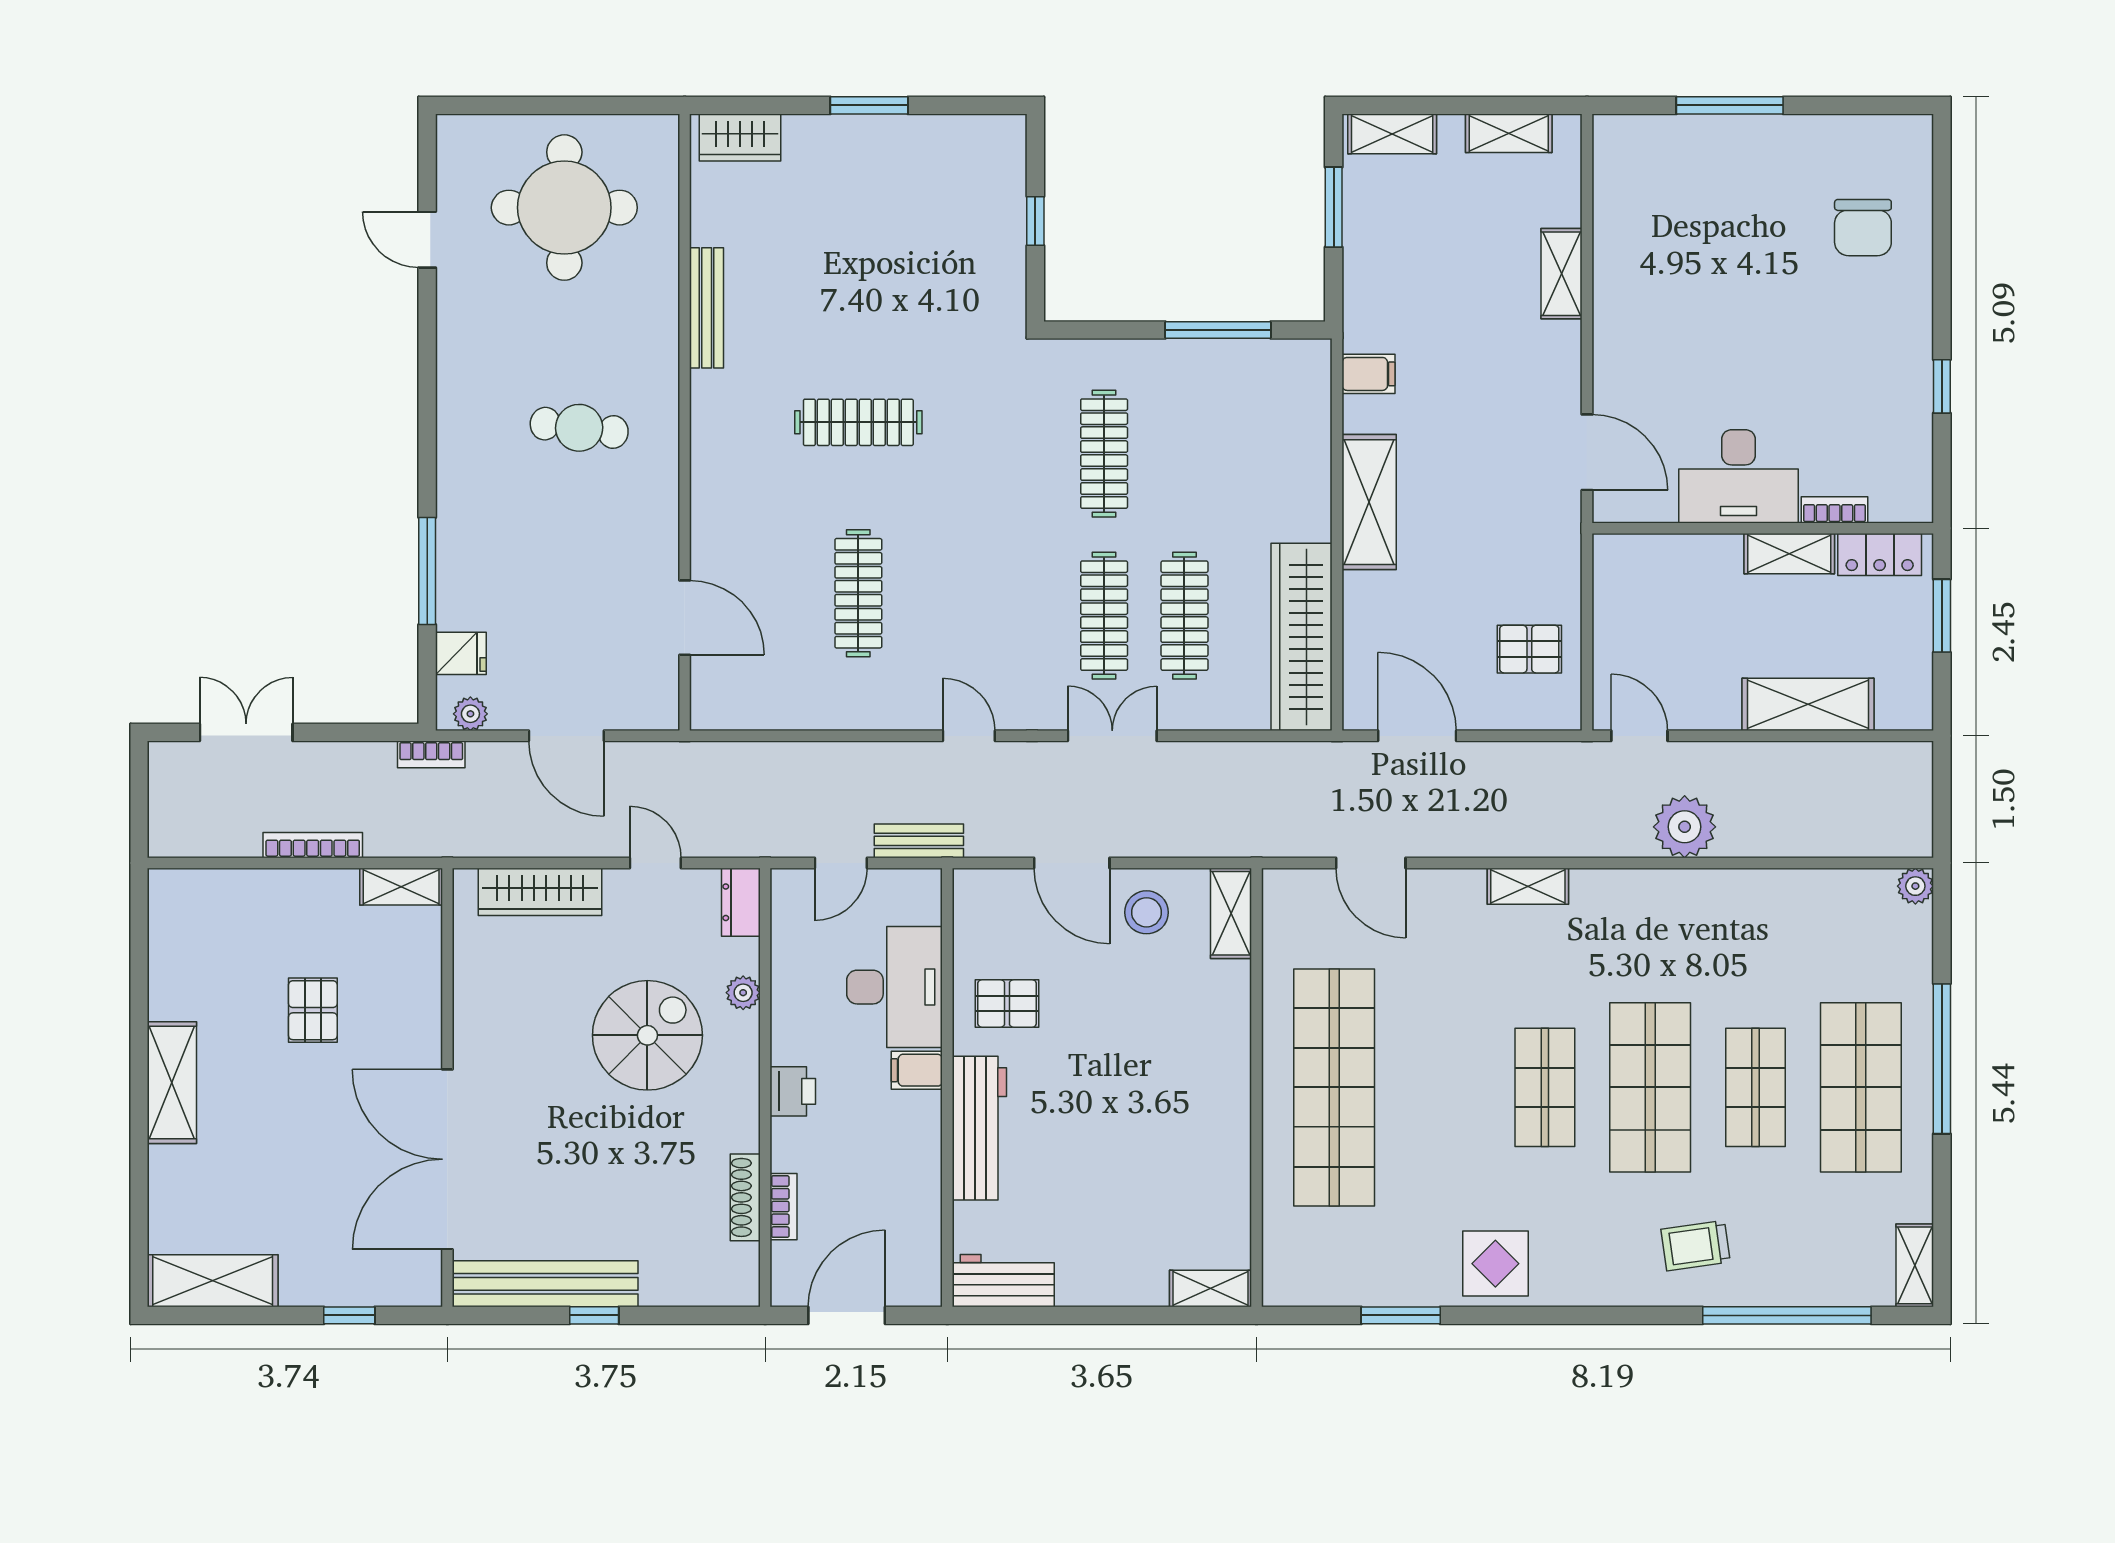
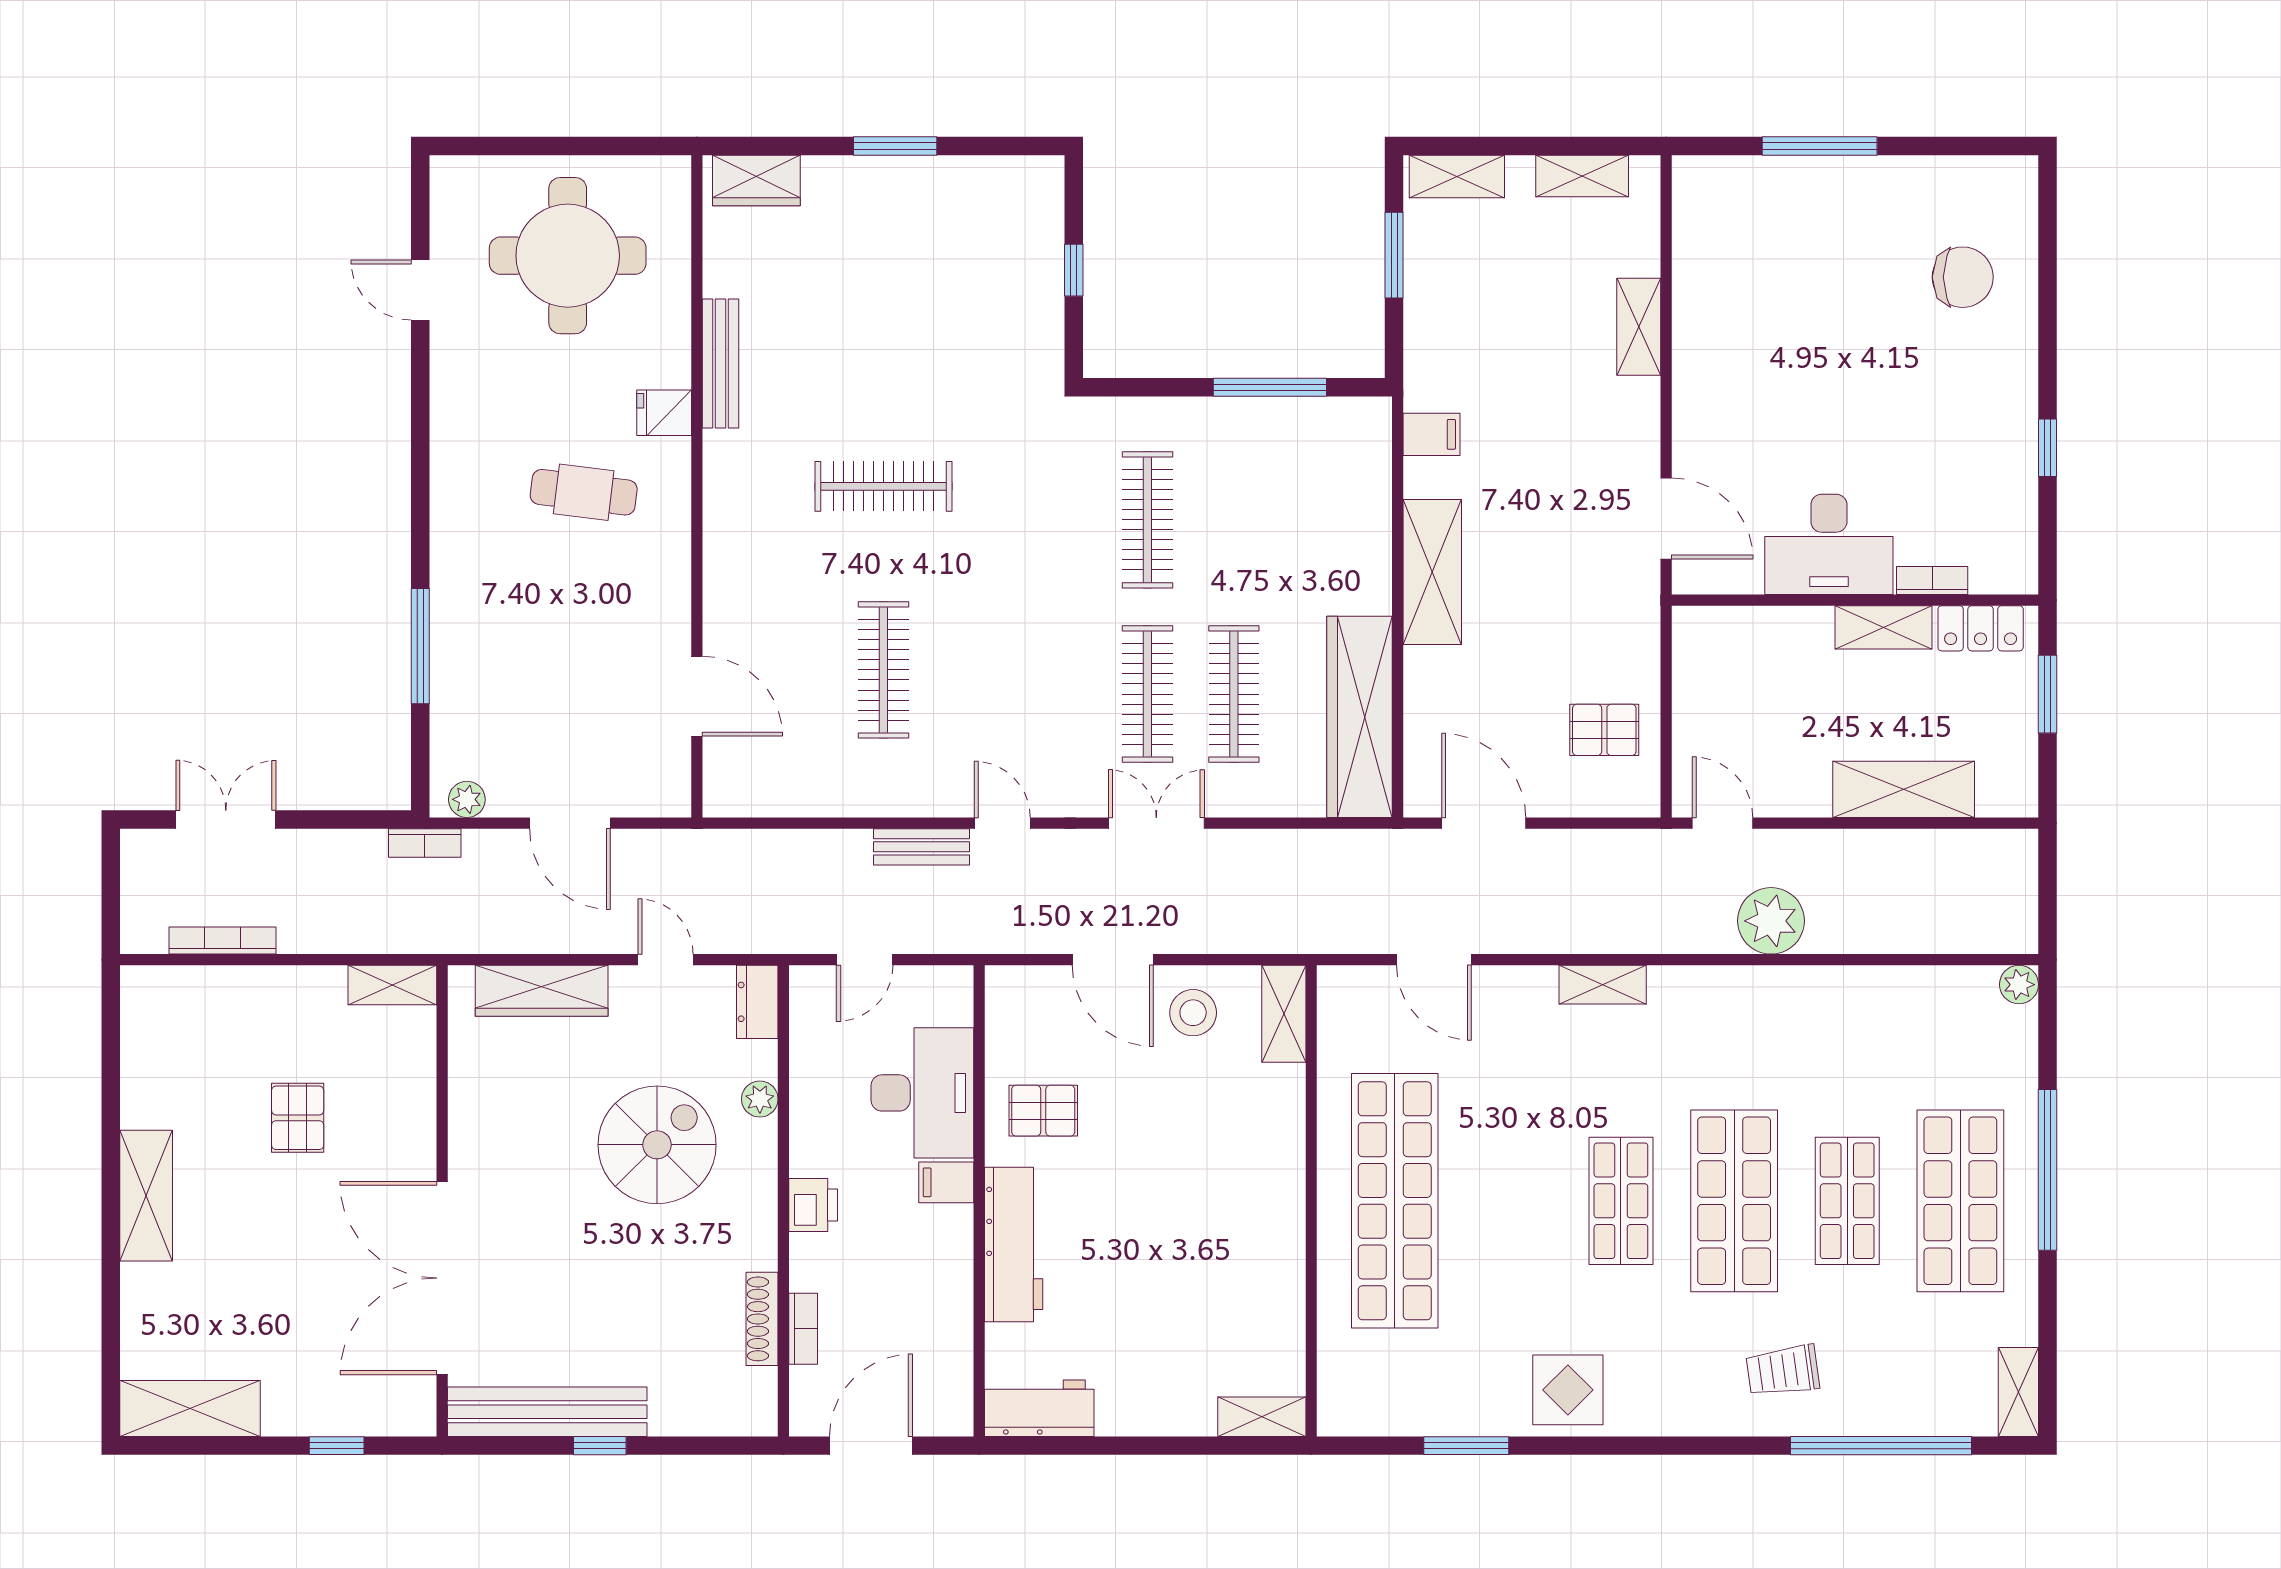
chair: (1863, 228) -> (1963, 277), turned -90
fridge: (461, 653) -> (664, 413), moved, turned 180
bench: (919, 841) -> (921, 847), moved
bookcase: (313, 845) -> (222, 941), moved

